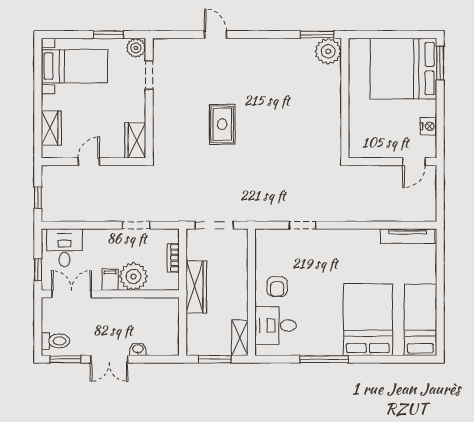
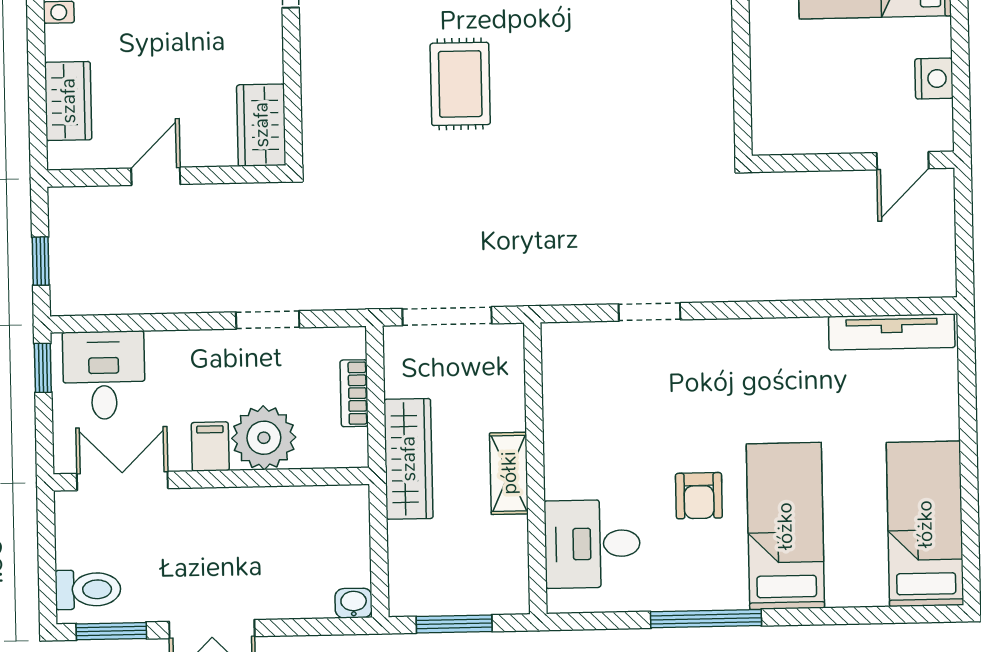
window: (38, 270) -> (43, 368), moved
armchair: (277, 287) -> (699, 496), moved
bed: (368, 320) -> (785, 526), width x0.67
shelving: (240, 338) -> (509, 473), moved
washbasin: (138, 349) -> (354, 603), moved

